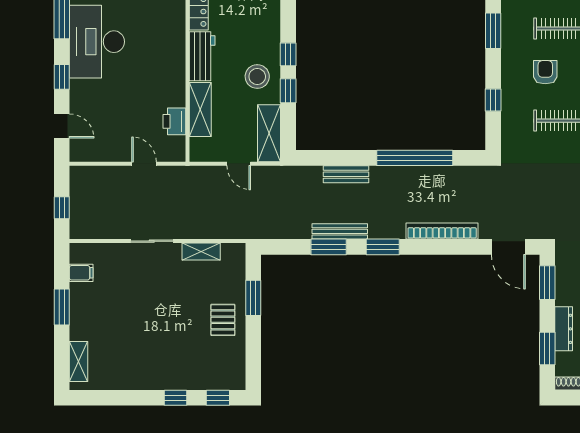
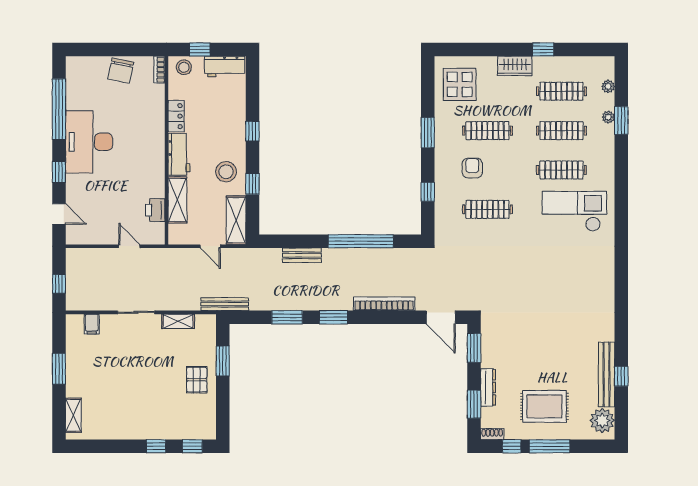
window: (288, 54) -> (252, 131), moved
bench: (340, 231) -> (225, 304), moved
filing cabinet: (81, 273) -> (92, 324), moved, turned 90

